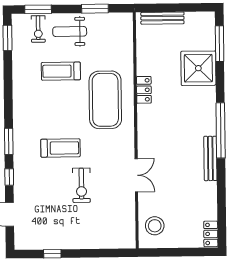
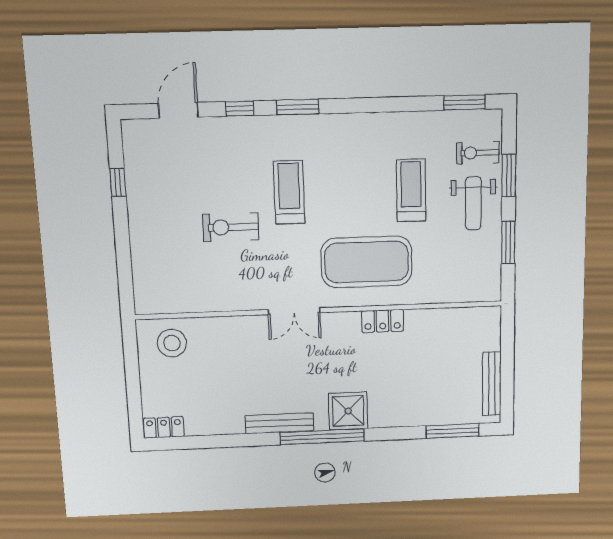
window: (38, 9) -> (509, 175), moved
bench: (162, 18) -> (492, 384), moved
weight bench: (70, 32) -> (473, 203), turned 180
shower: (198, 68) -> (348, 411), moved, width x0.73, depth x0.73
treadmill: (60, 148) -> (289, 192), turned 180
double door: (136, 175) -> (294, 311), moved

